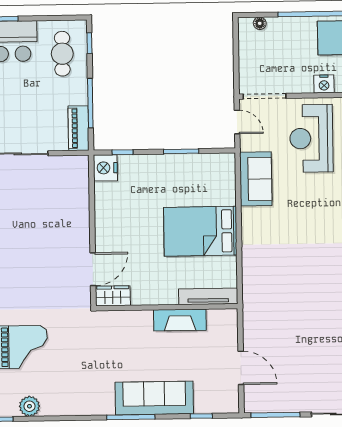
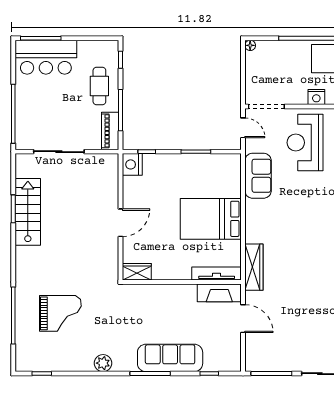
floor lamp: (260, 23) -> (250, 45), moved
cafe table: (62, 54) -> (99, 86), moved
door: (93, 269) -> (120, 223), moved
wardrobe: (253, 288) -> (254, 267), added
fireplace: (180, 320) -> (219, 293), moved
door: (241, 368) -> (243, 319), moved
plant: (29, 406) -> (103, 363), moved

